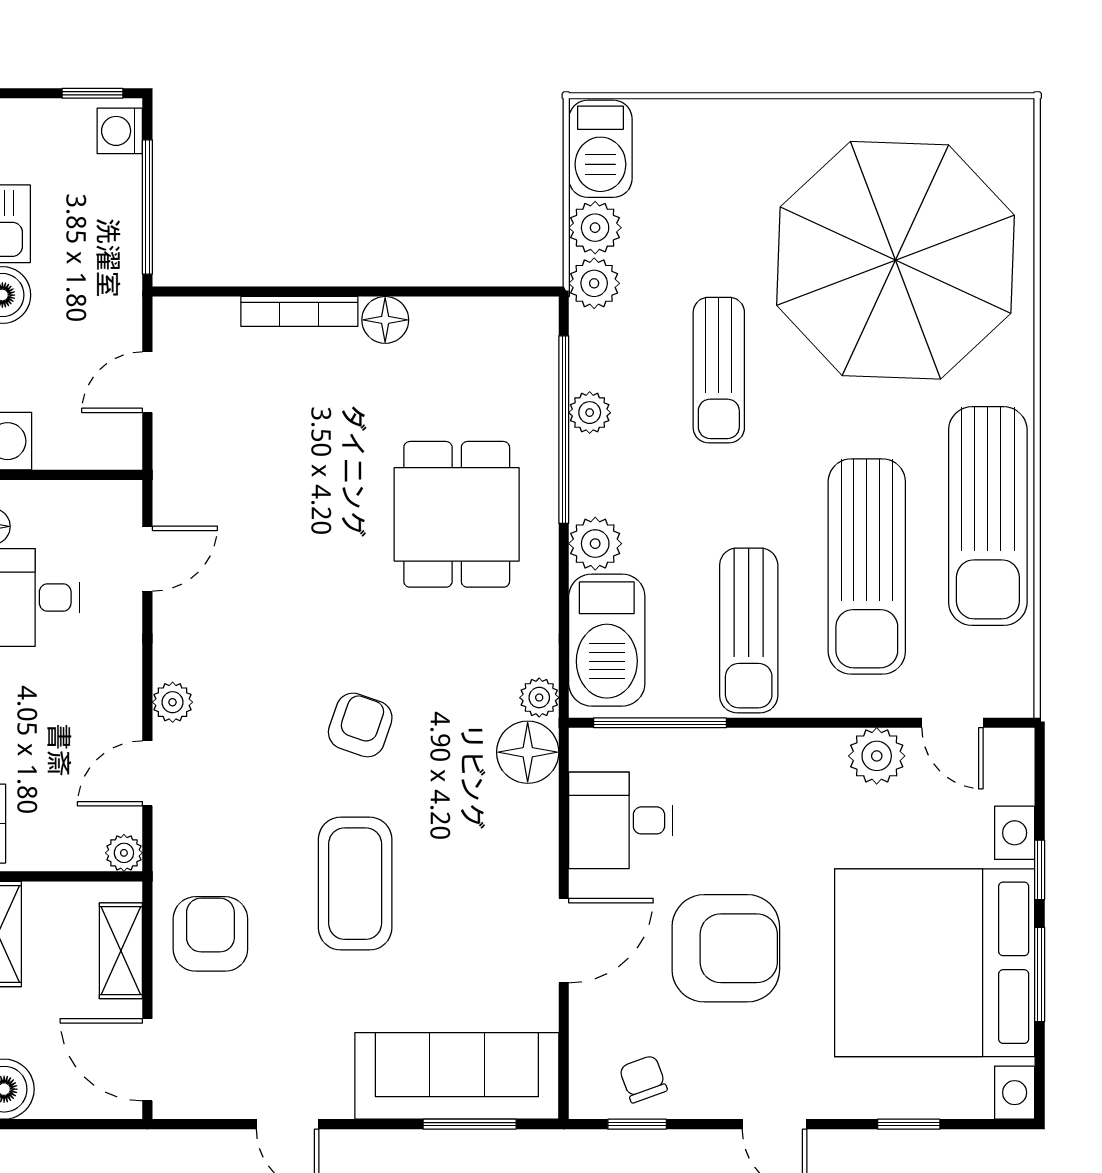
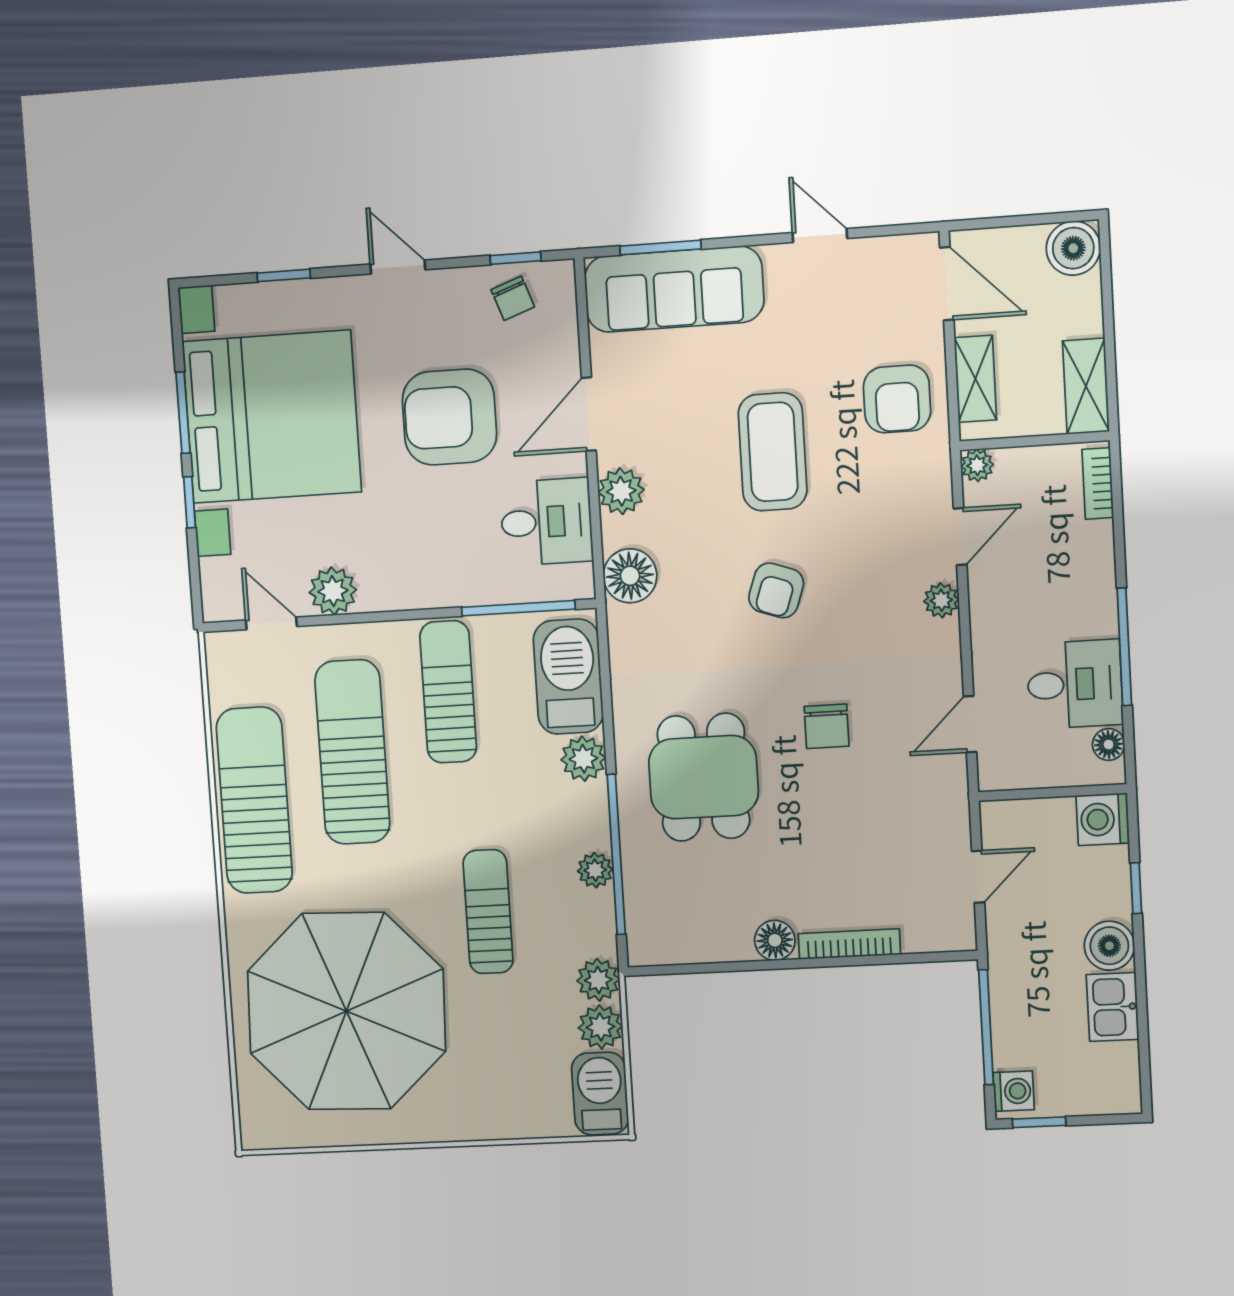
chair: (311, 565) -> (827, 726), added
plant: (539, 698) -> (621, 491), moved, width x1.38, depth x1.38

